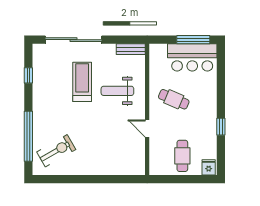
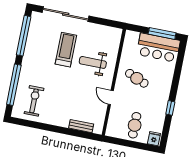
bench: (131, 49) -> (81, 126), moved
window: (28, 75) -> (24, 36), width x3.17
exercise bike: (56, 151) -> (34, 101), turned -60

